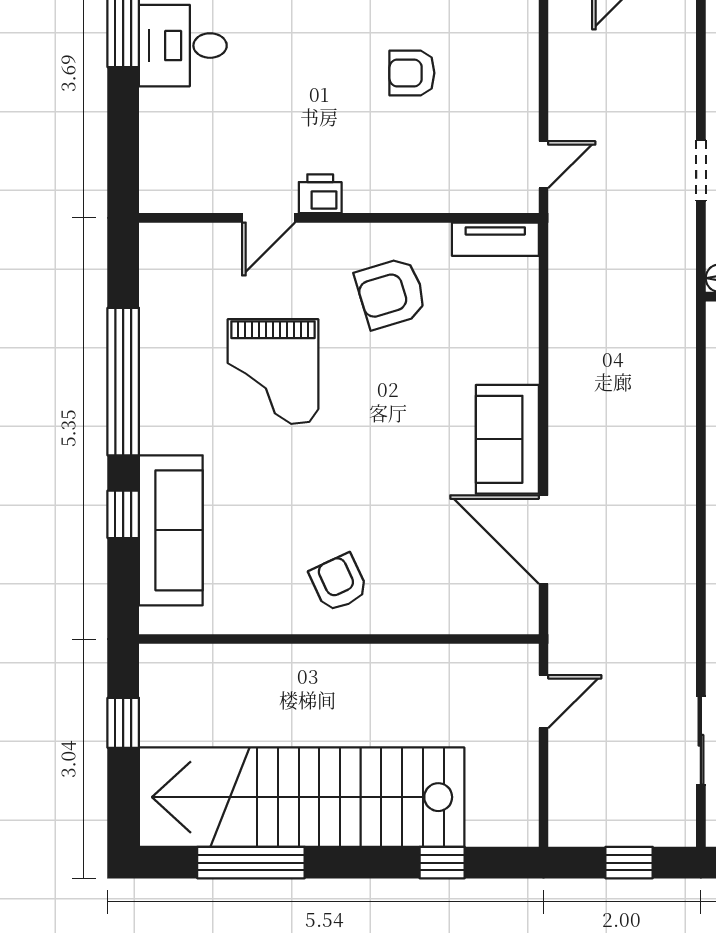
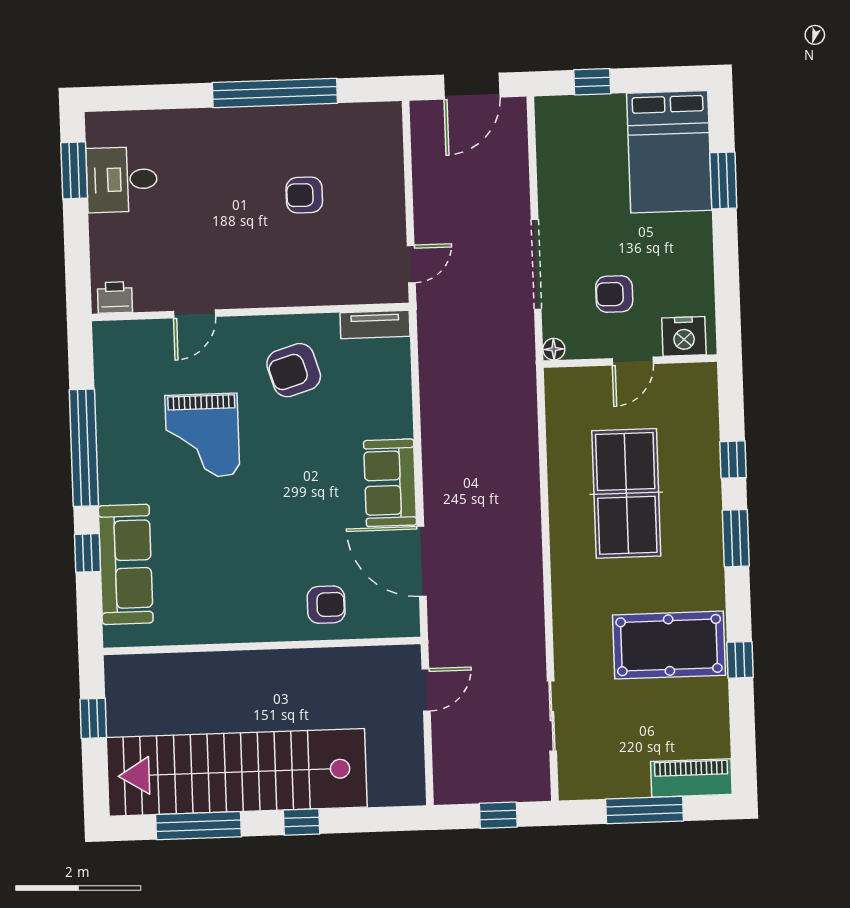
doorway: (701, 170) -> (536, 264), width x1.88
printer: (320, 194) -> (115, 297), moved
armchair: (339, 583) -> (326, 605), moved, turned 115
window: (442, 863) -> (302, 822), moved

